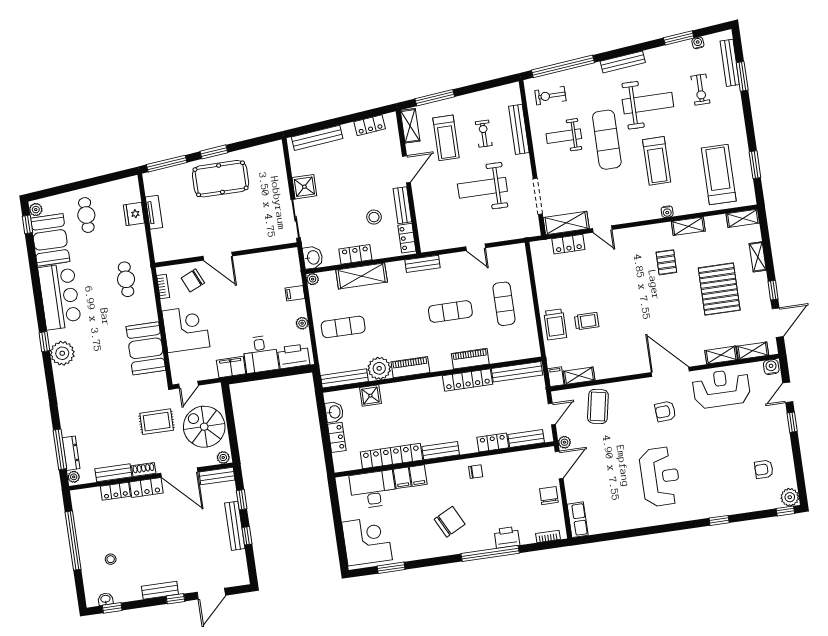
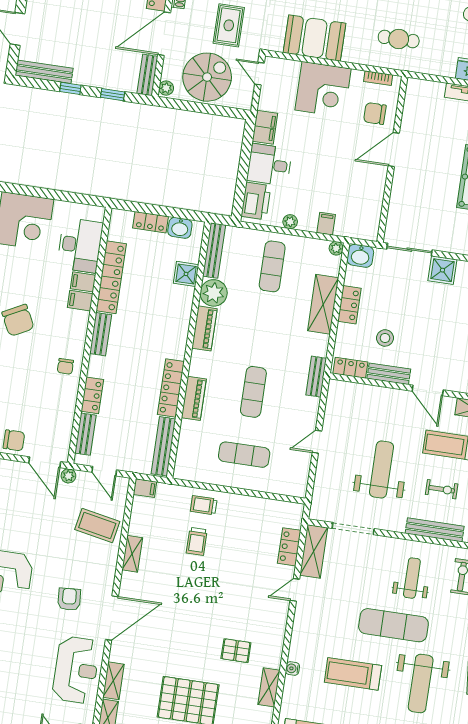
chair: (193, 280) -> (375, 114), turned -66
trolley: (555, 324) -> (204, 505), width x0.73, depth x0.72
shelving: (579, 376) -> (132, 554), moved
bench: (235, 526) -> (44, 72), moved

